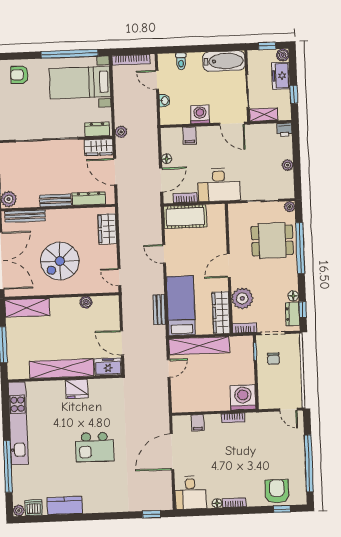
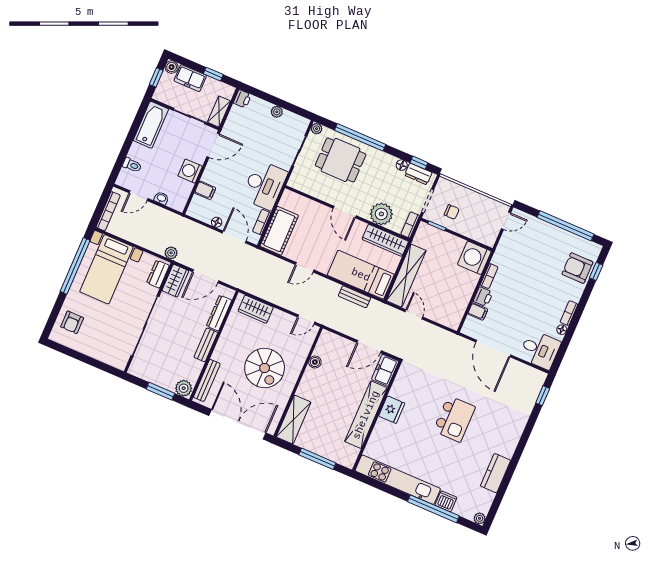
dining table: (272, 240) -> (341, 160), turned 90
printer: (213, 421) -> (483, 297), added
dishwasher: (34, 508) -> (446, 501), moved, turned 90

